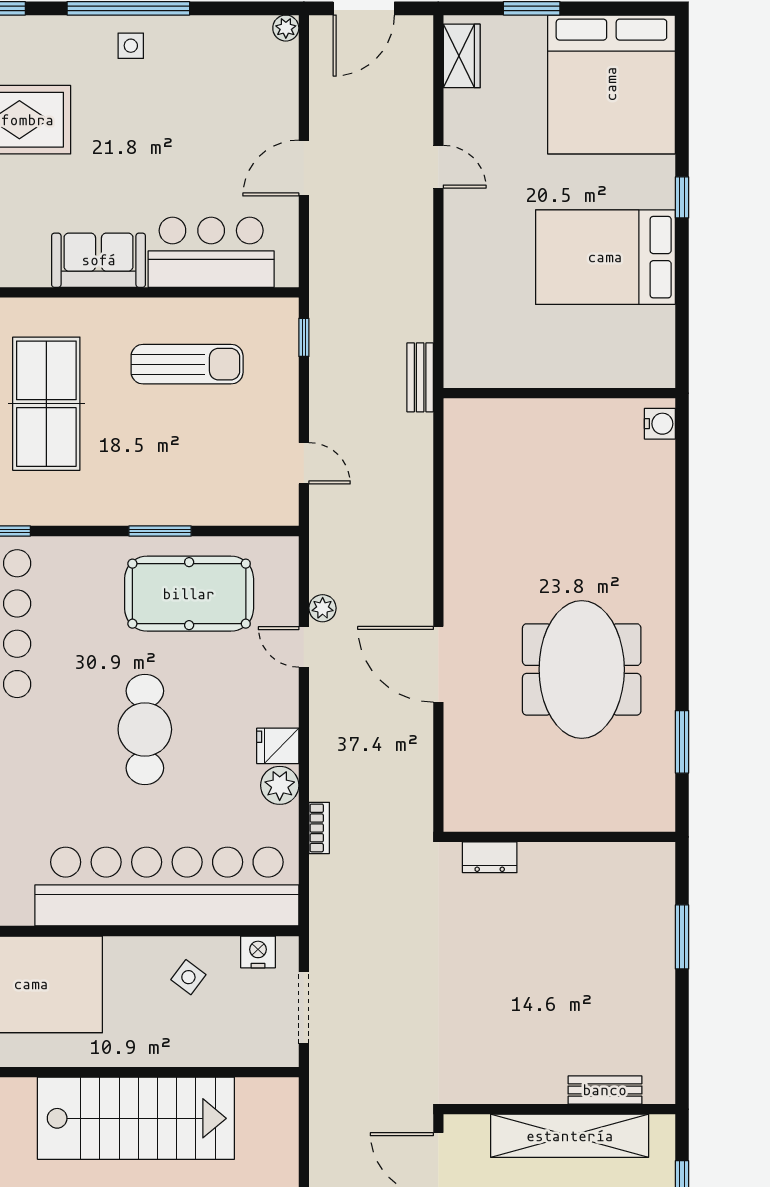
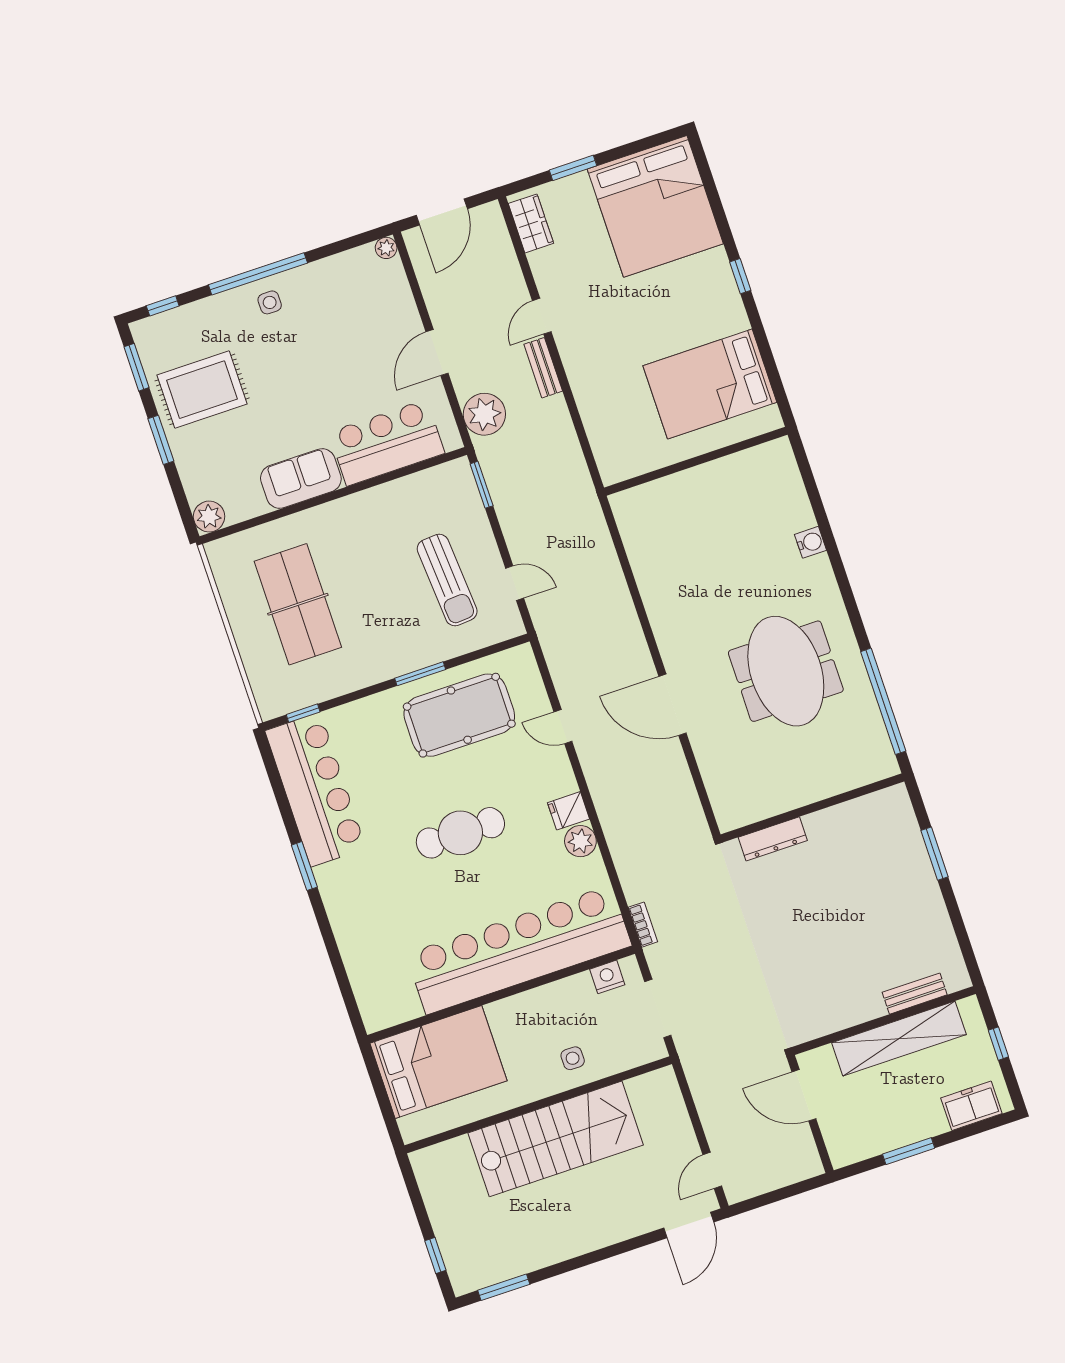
door: (438, 167) -> (542, 316), swing flipped
bed: (605, 257) -> (710, 384), moved
window: (304, 337) -> (482, 485), width x1.50
sun lounger: (187, 364) -> (447, 580), moved, turned 86
bench: (420, 377) -> (543, 368), moved
water cooler: (660, 424) -> (811, 542), moved
plant: (323, 608) -> (484, 414), moved, width x1.87, depth x1.87
cafe table: (145, 729) -> (460, 833), turned 90
window: (682, 742) -> (883, 701), width x2.11
bookcase: (319, 828) -> (643, 925), moved
dresser: (490, 857) -> (773, 839), width x1.44
side table: (188, 977) -> (573, 1058), moved, turned -37

